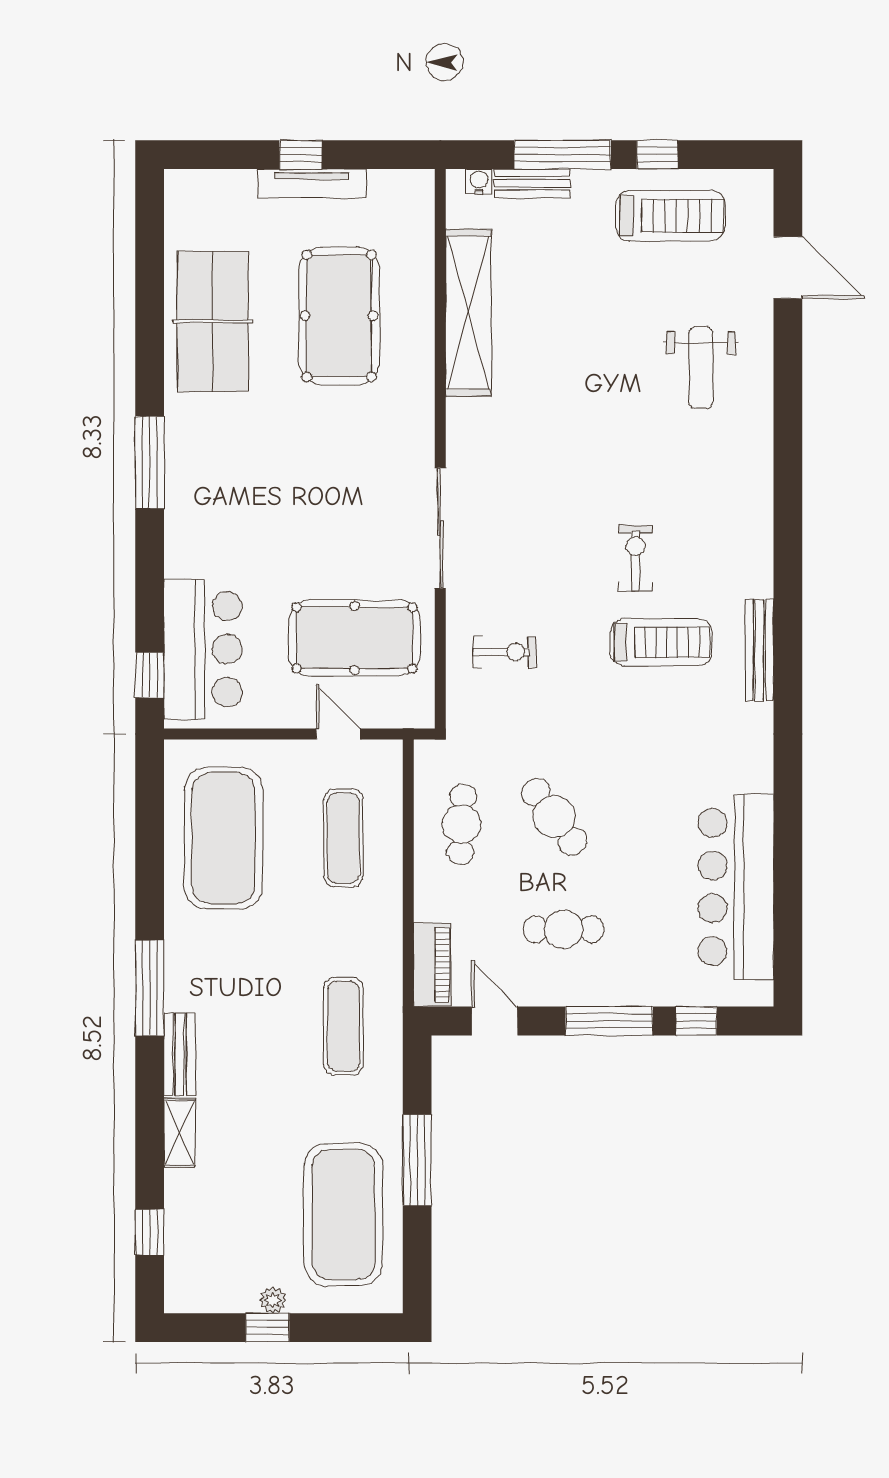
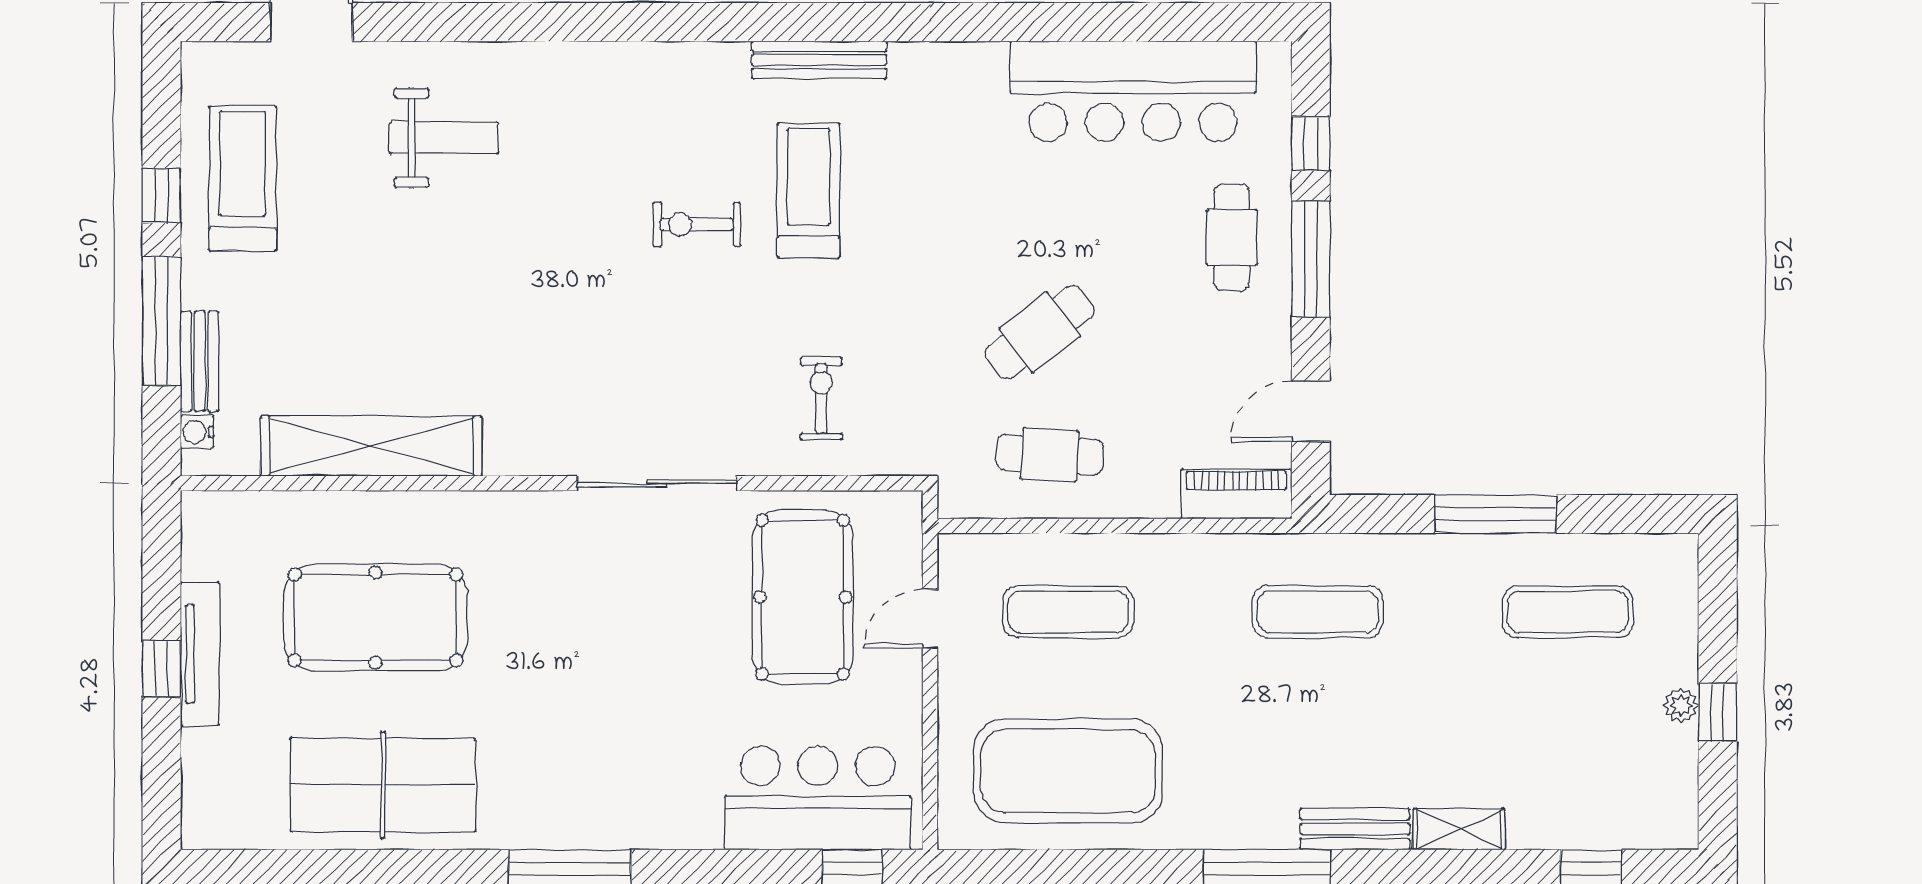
cafe table: (563, 929) -> (1232, 237), moved
exercise mat: (343, 1215) -> (1568, 612), width x0.50, depth x0.69

